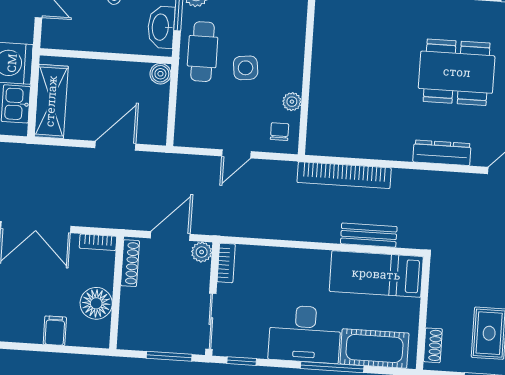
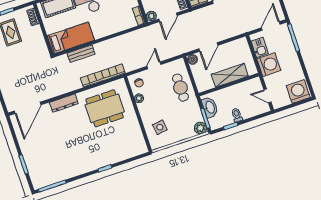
cafe table: (203, 52) -> (180, 88), moved
side table: (246, 68) -> (160, 127), moved
dining table: (457, 72) -> (105, 108), moved
boiler: (160, 74) -> (192, 59), moved
shelving: (51, 101) -> (230, 75), moved, turned 90

